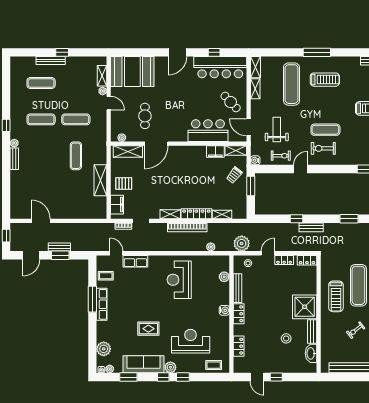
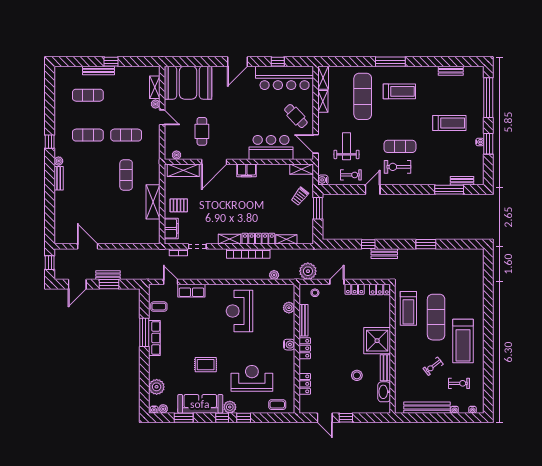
filing cabinet: (215, 152) -> (246, 170), moved
treadmill: (336, 296) -> (408, 308), moved

